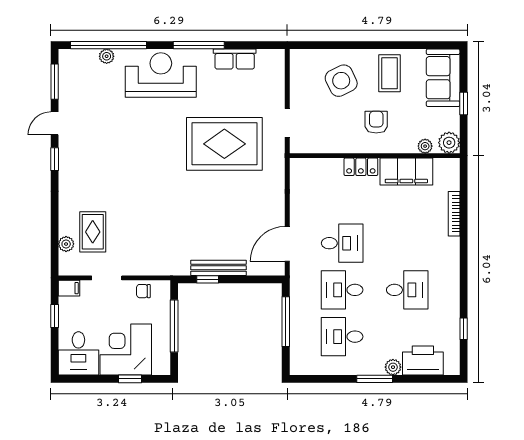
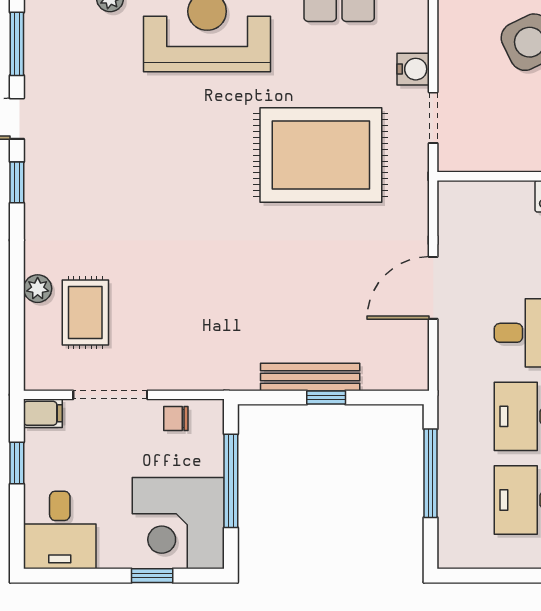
water cooler: (276, 96) -> (413, 69), added
plant: (66, 244) -> (38, 289), moved
door: (287, 244) -> (433, 288), moved
doorway: (107, 278) -> (110, 395), width x1.38
window: (208, 279) -> (326, 398), moved
corner desk: (126, 350) -> (178, 523), moved, turned -90

